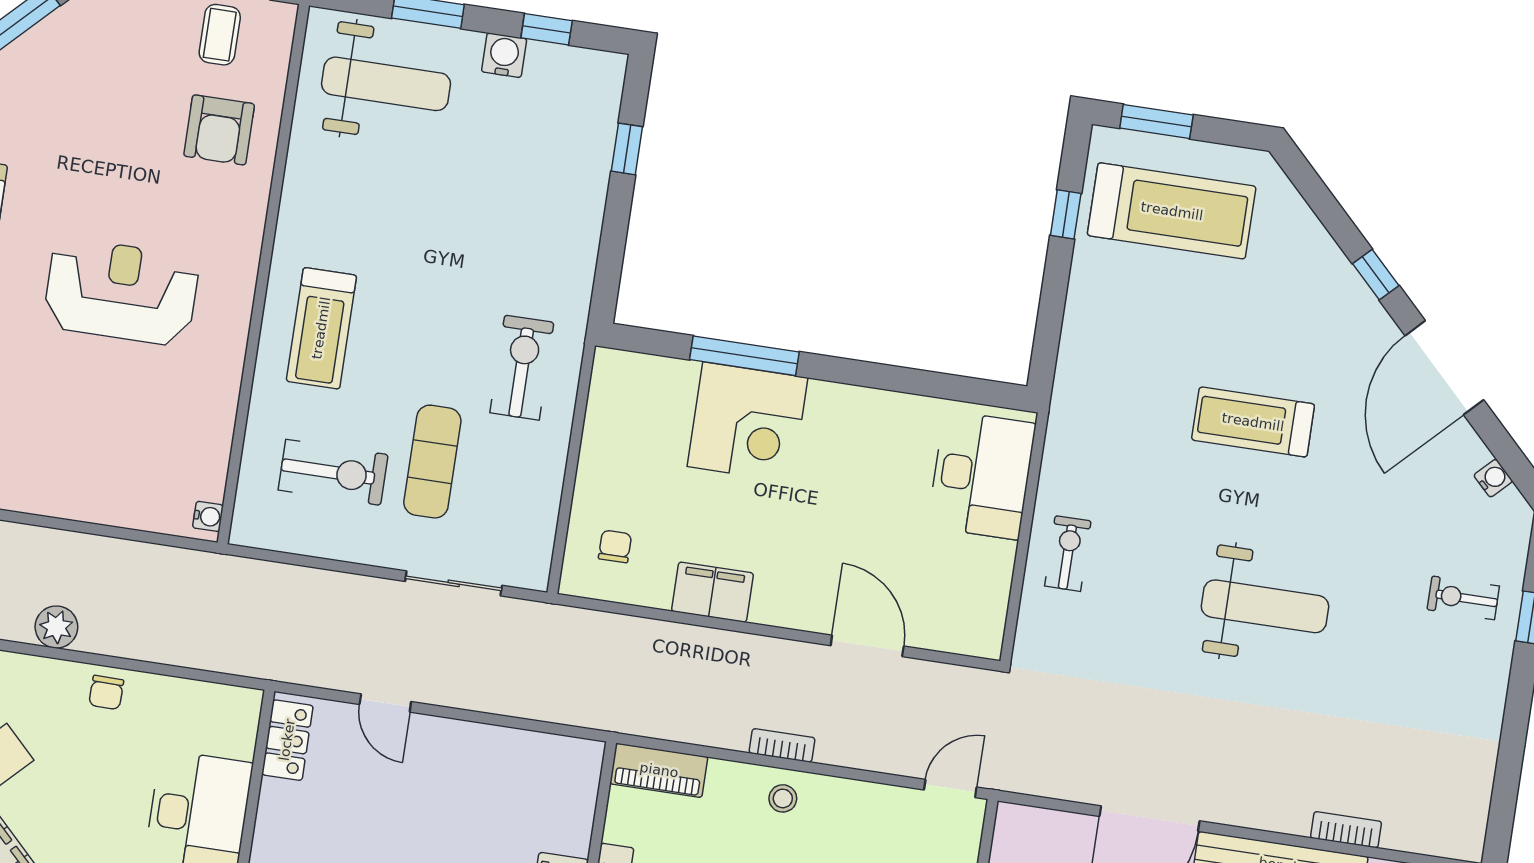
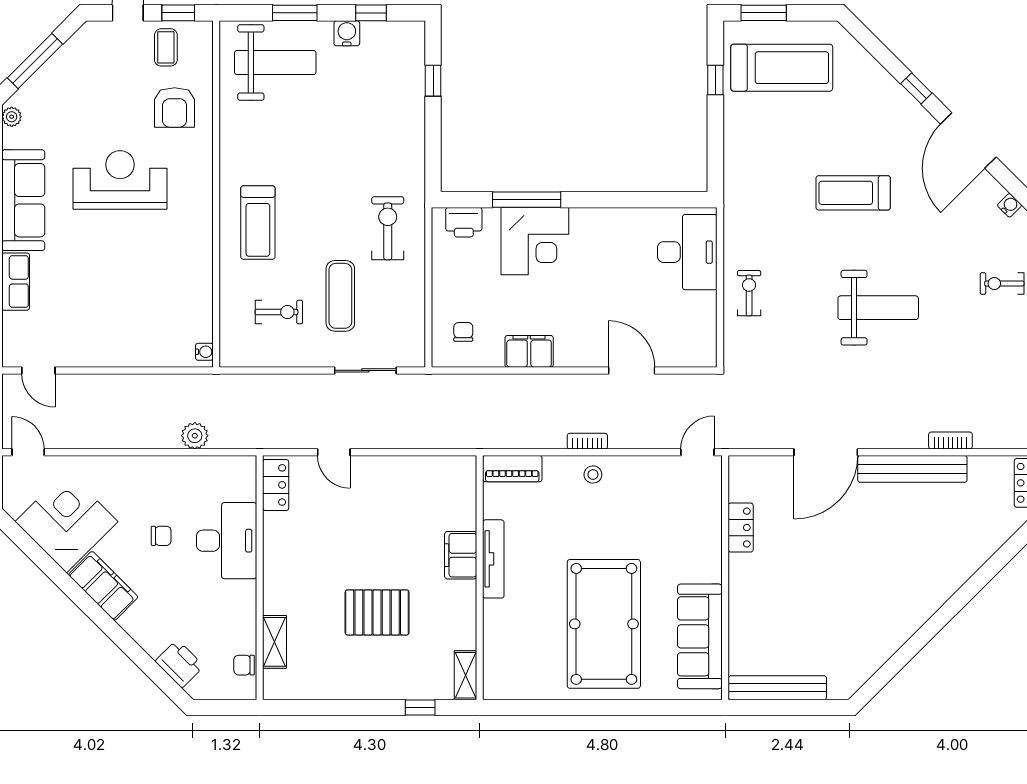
reception desk: (121, 292) -> (120, 180), moved
printer: (642, 376) -> (464, 222), added
exercise bike: (333, 472) -> (279, 312), width x0.73, depth x0.72
plant: (56, 627) -> (195, 436), moved
chair: (106, 692) -> (161, 536), moved, turned -91

